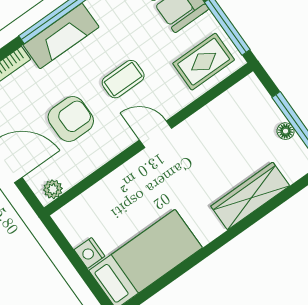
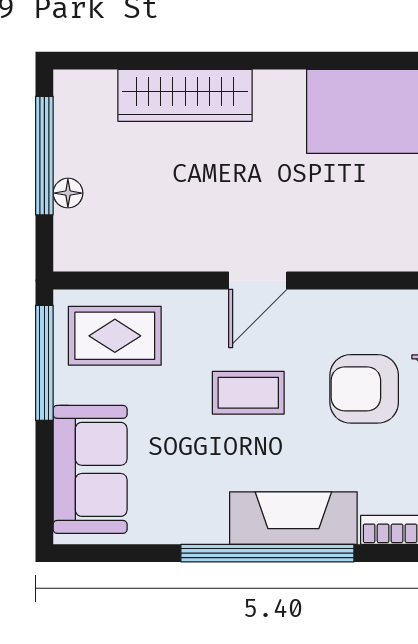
floor lamp: (286, 131) -> (68, 193), moved
door: (156, 134) -> (258, 281), hinge flipped

